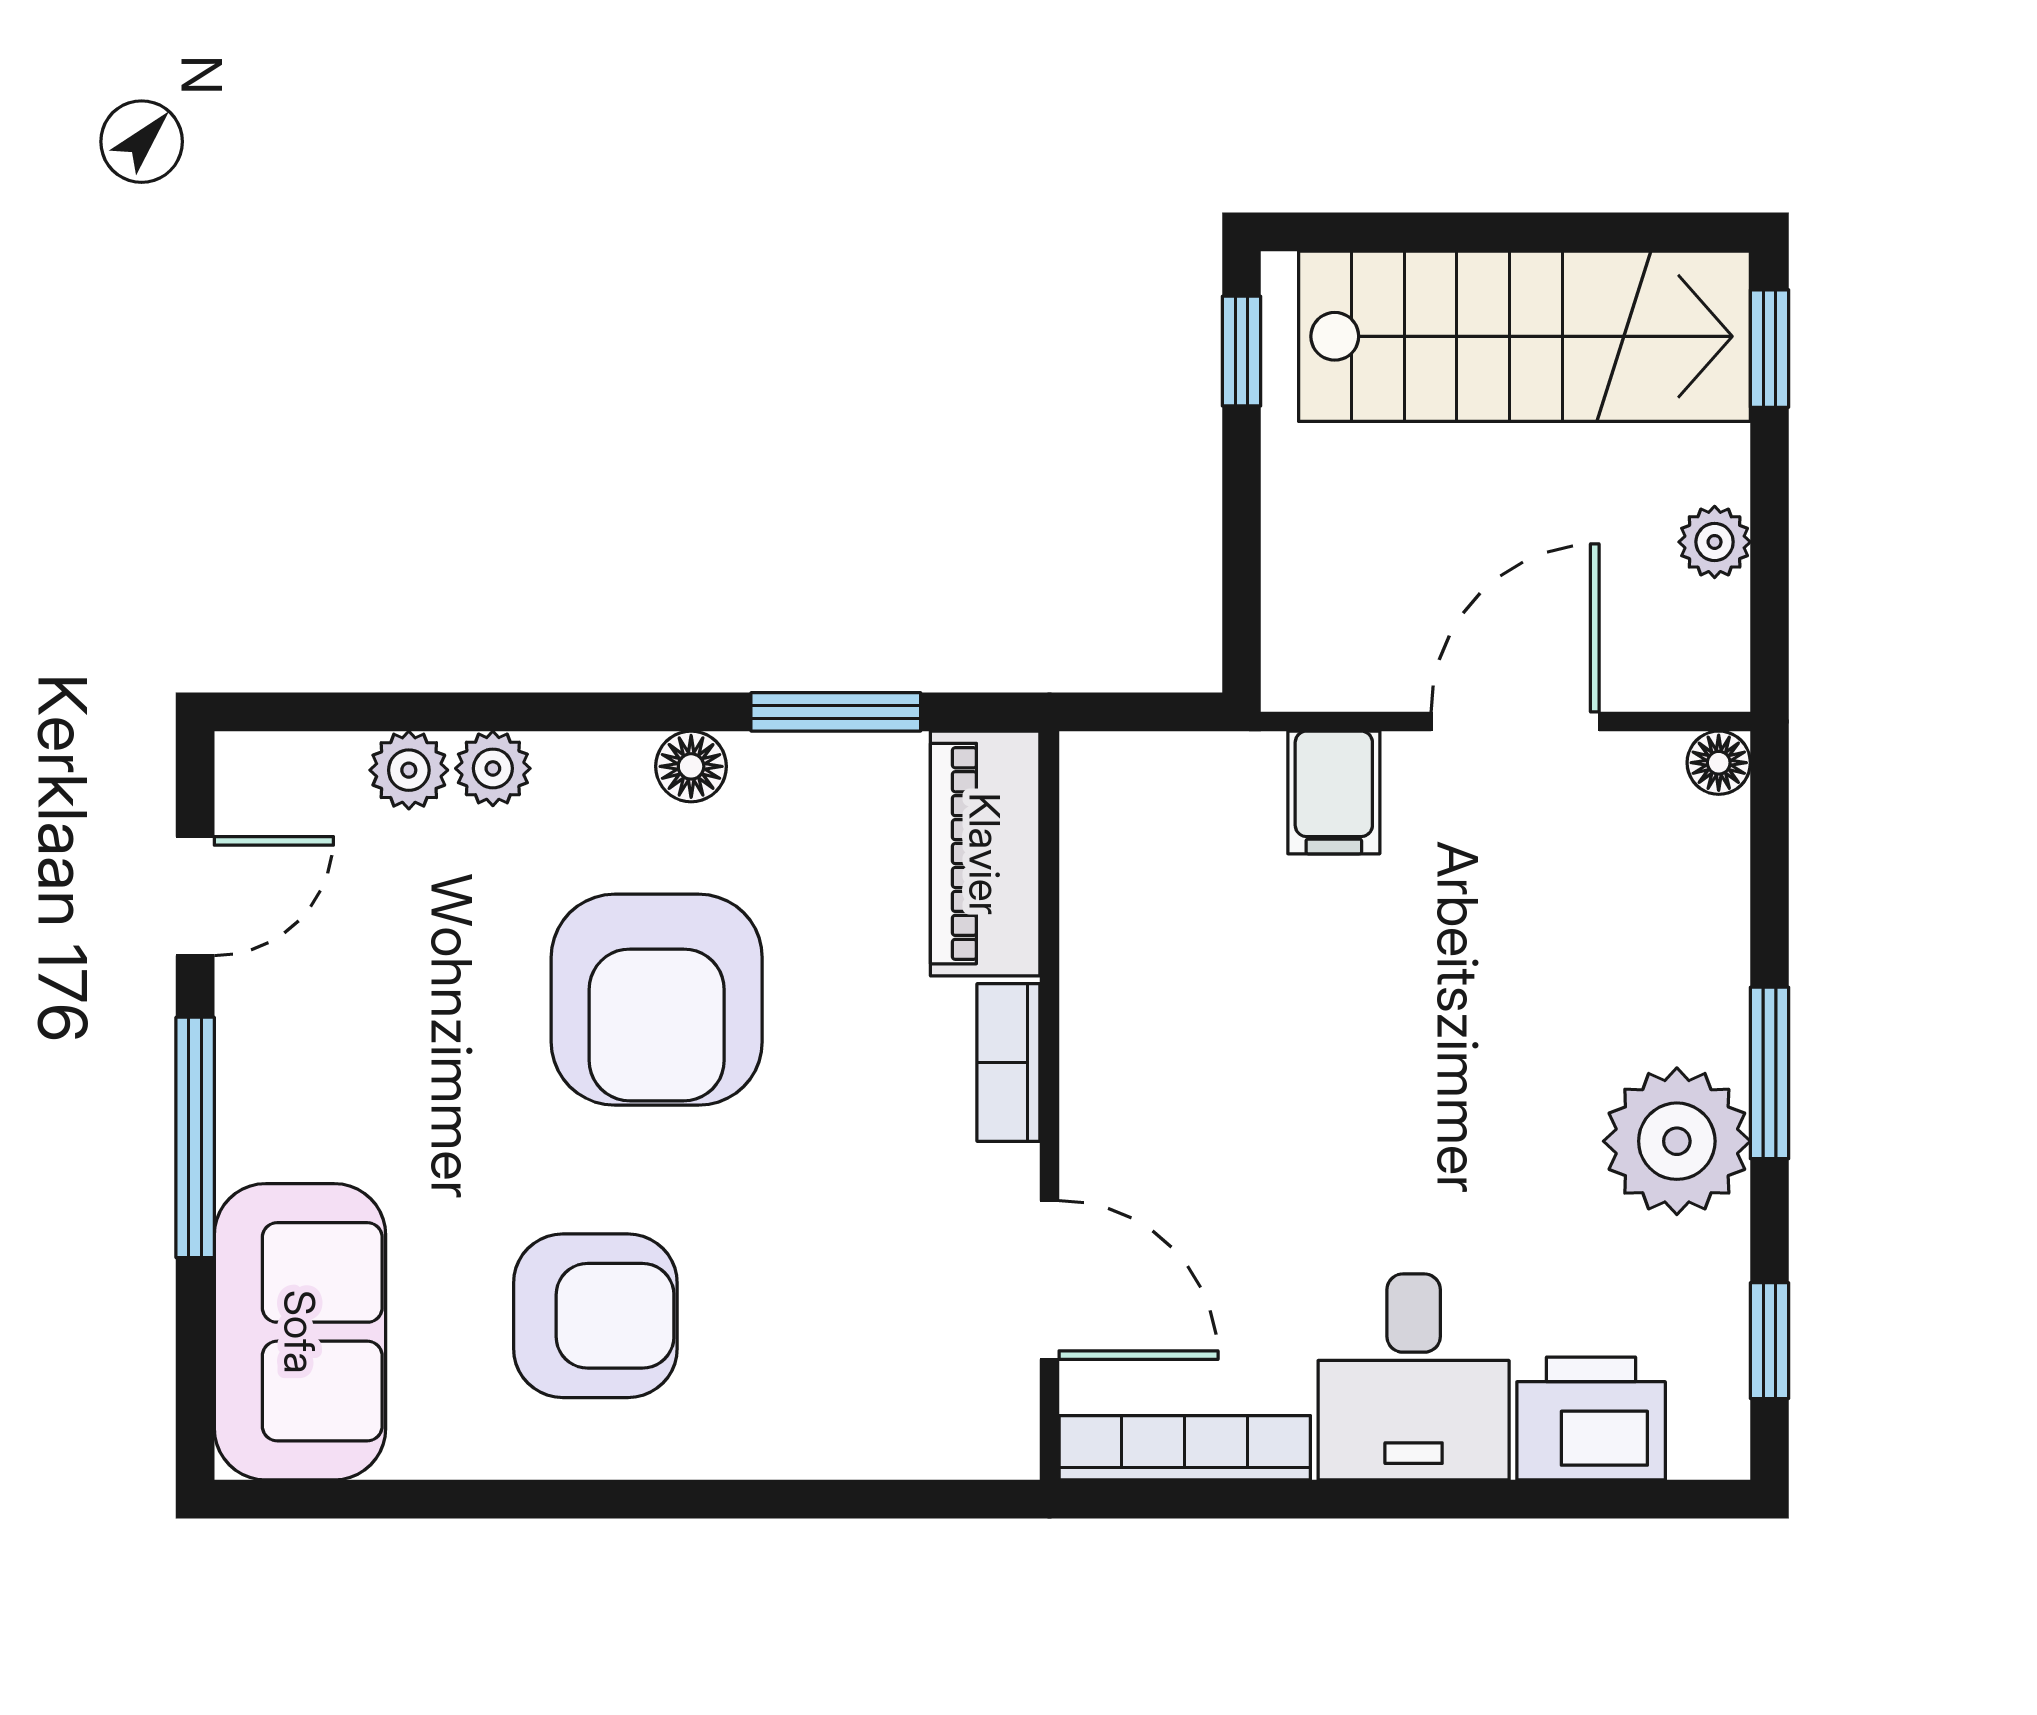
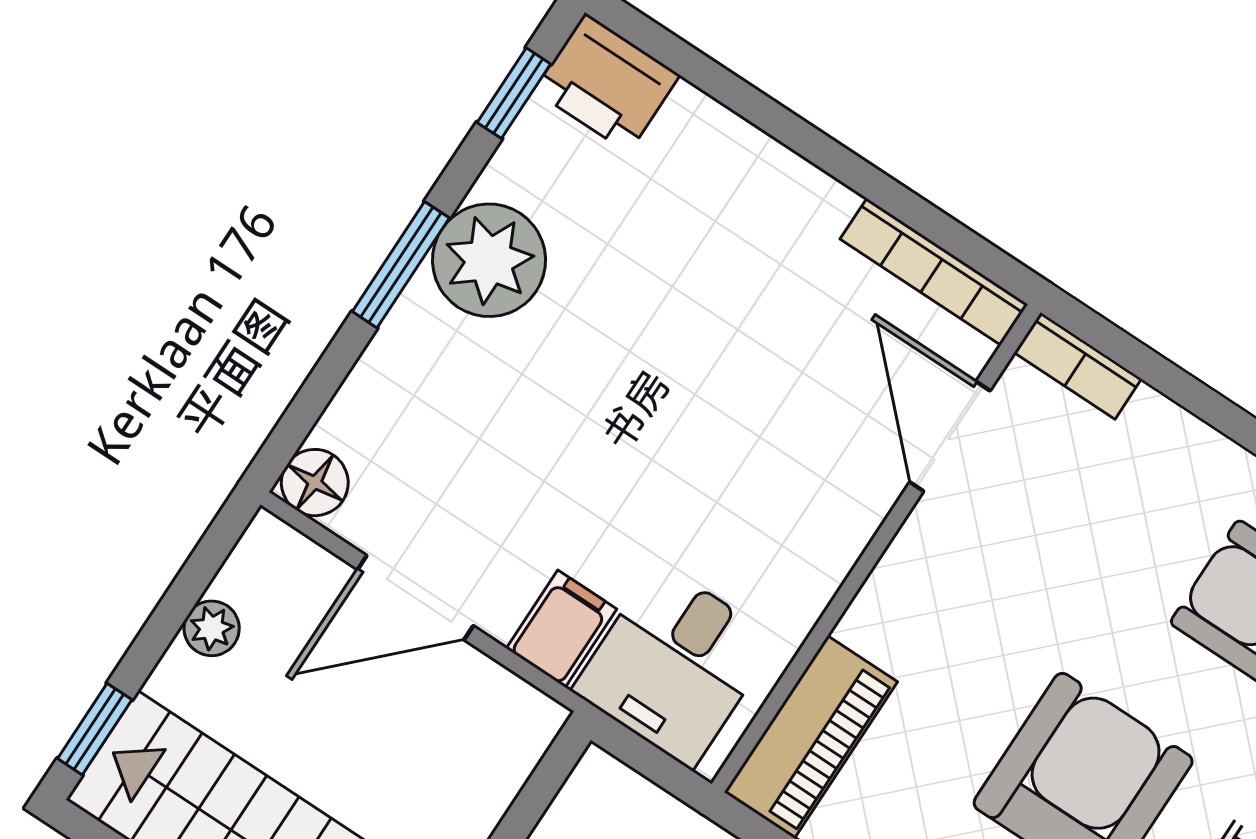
floor lamp: (1719, 763) -> (315, 483), width x1.37, depth x1.37
bookcase: (1008, 1062) -> (1078, 366), moved, turned 90
desk: (1414, 1377) -> (675, 665), moved, turned 180
printer: (1591, 1419) -> (607, 83), moved

